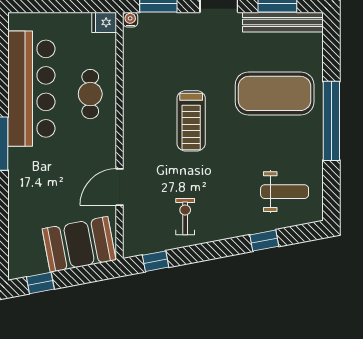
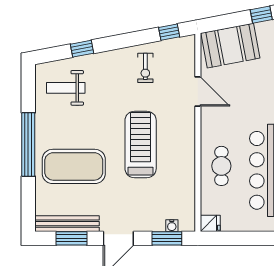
water cooler: (130, 20) -> (172, 226), moved
treadmill: (191, 121) -> (141, 144), width x1.37, depth x1.38
door: (120, 187) -> (198, 92), hinge flipped

